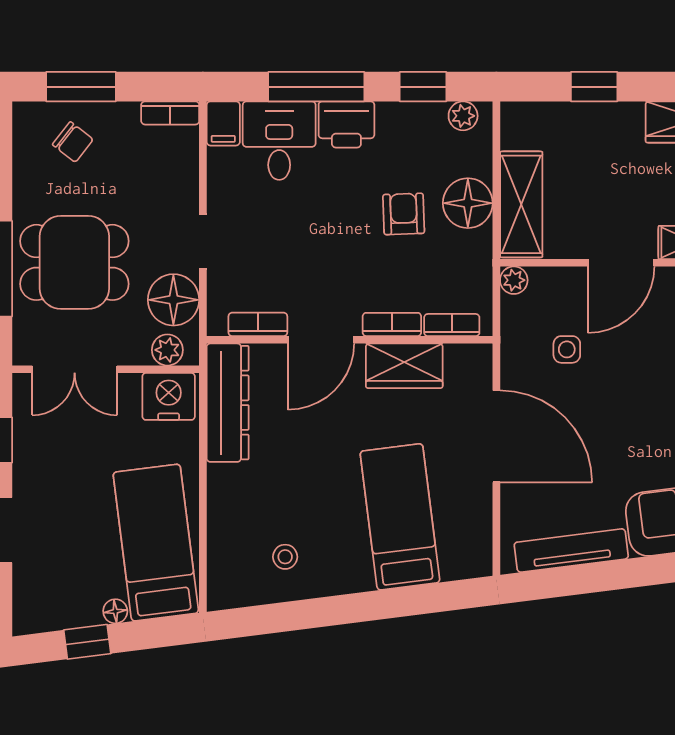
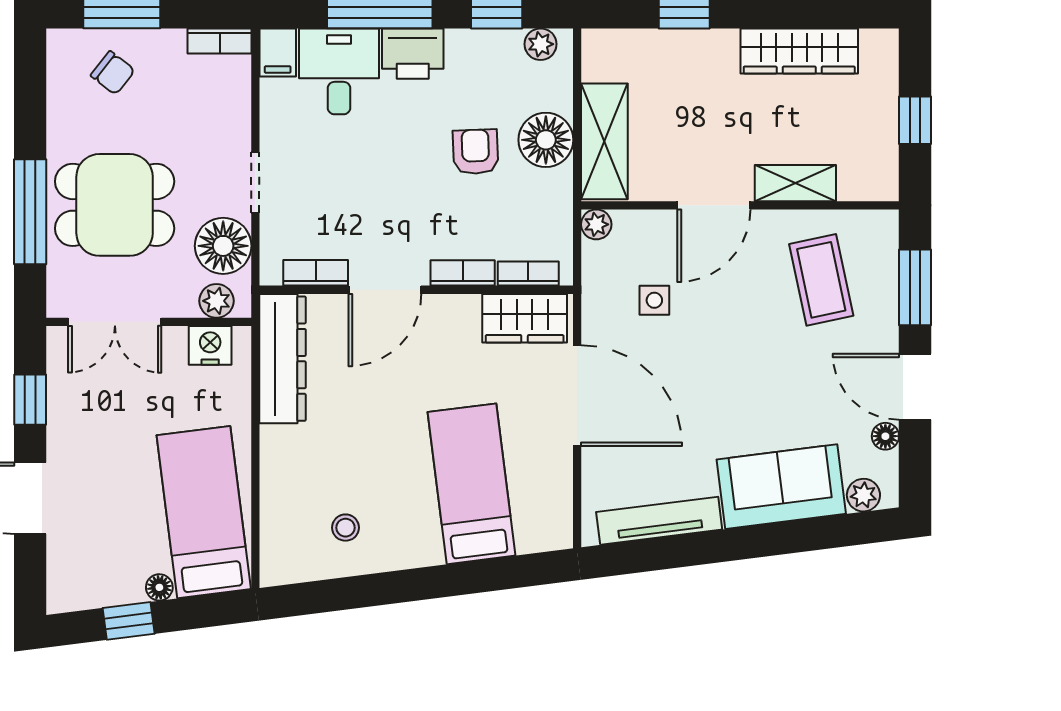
wardrobe: (404, 366) -> (525, 318), moved
nightstand: (169, 396) -> (210, 345), width x0.74, depth x0.75

